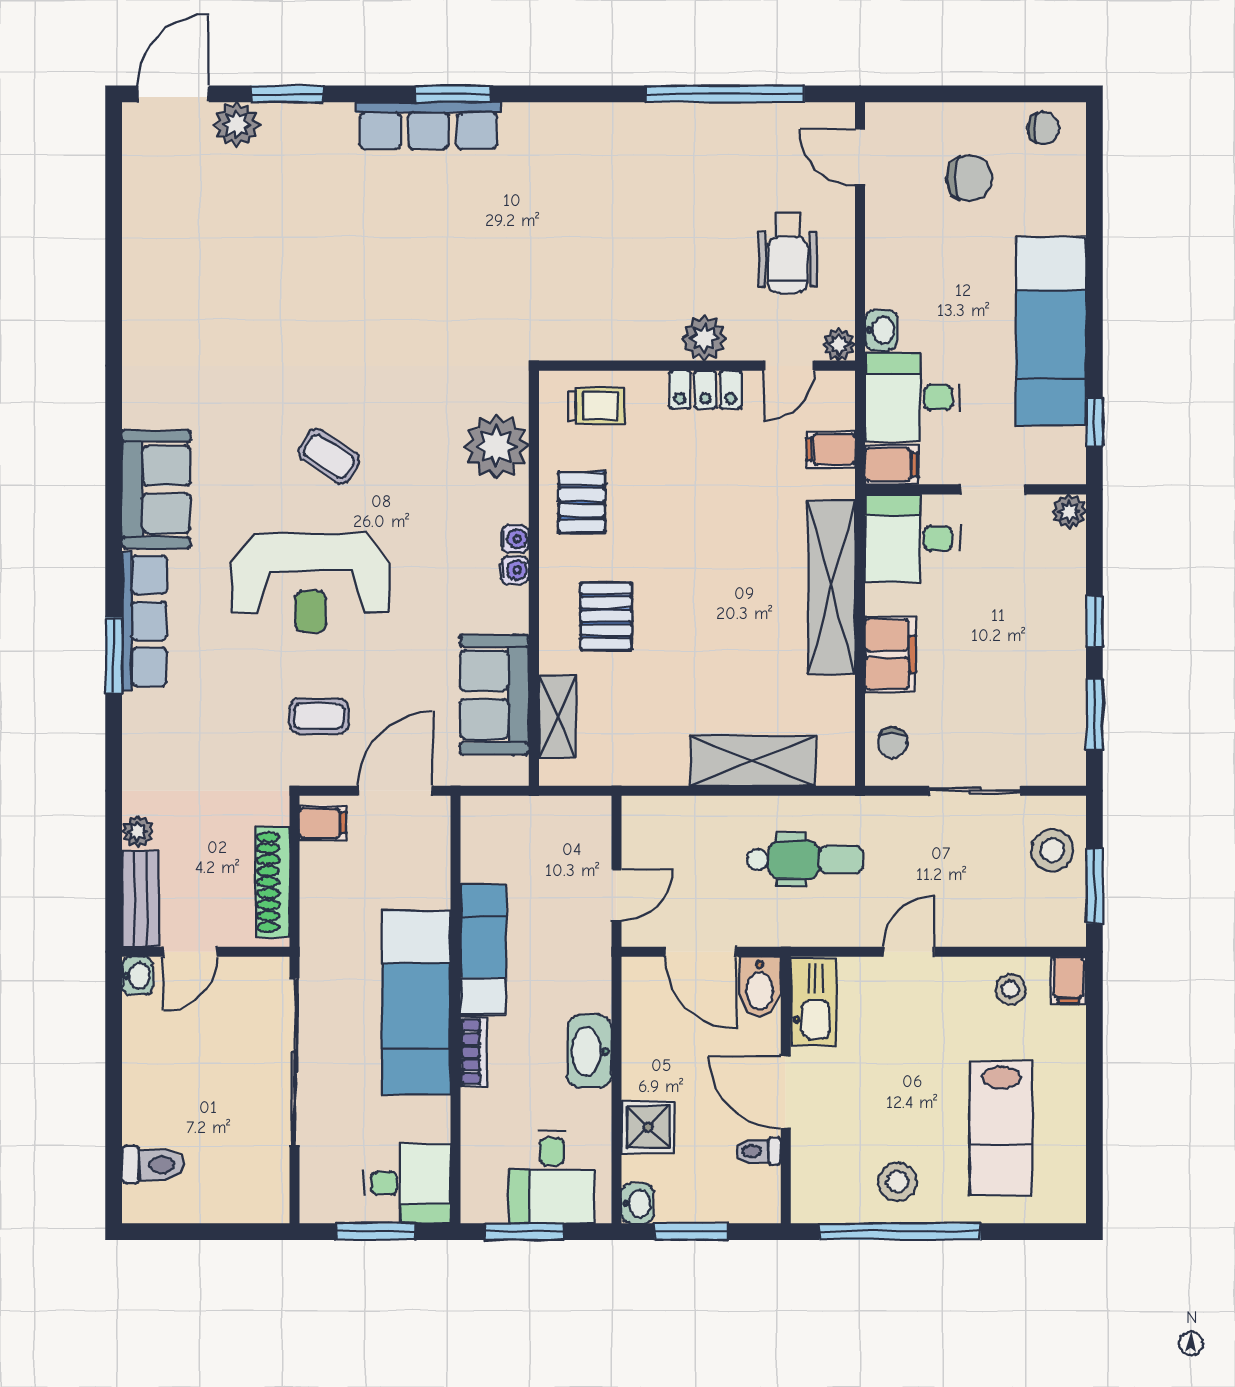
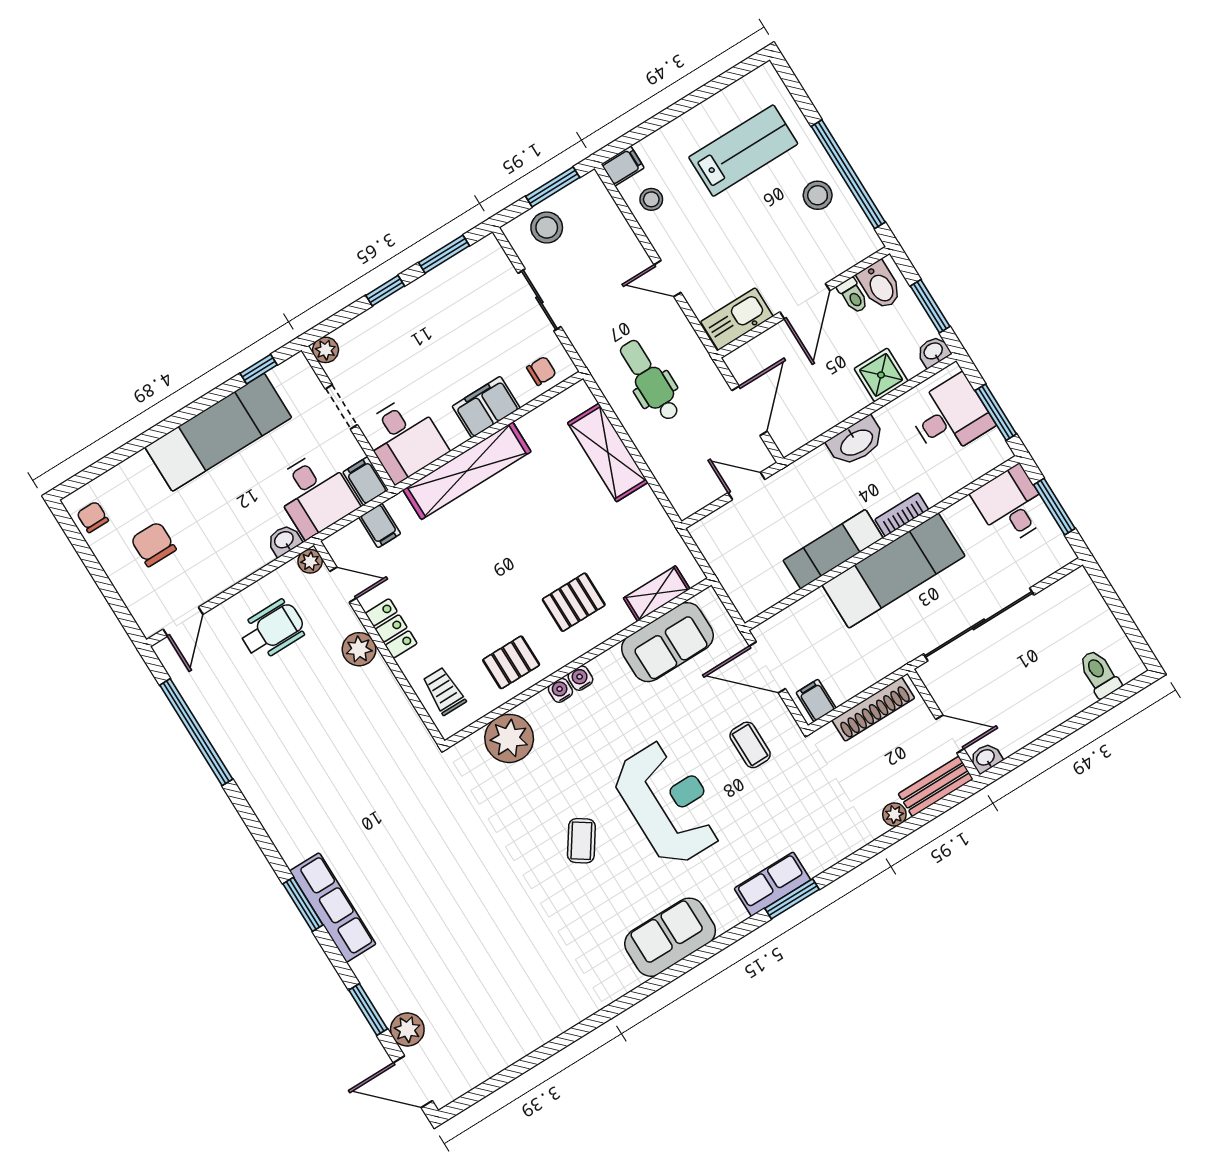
row of seats: (144, 621) -> (772, 884), width x0.68
bidet: (760, 987) -> (880, 285), moved, turned 90

